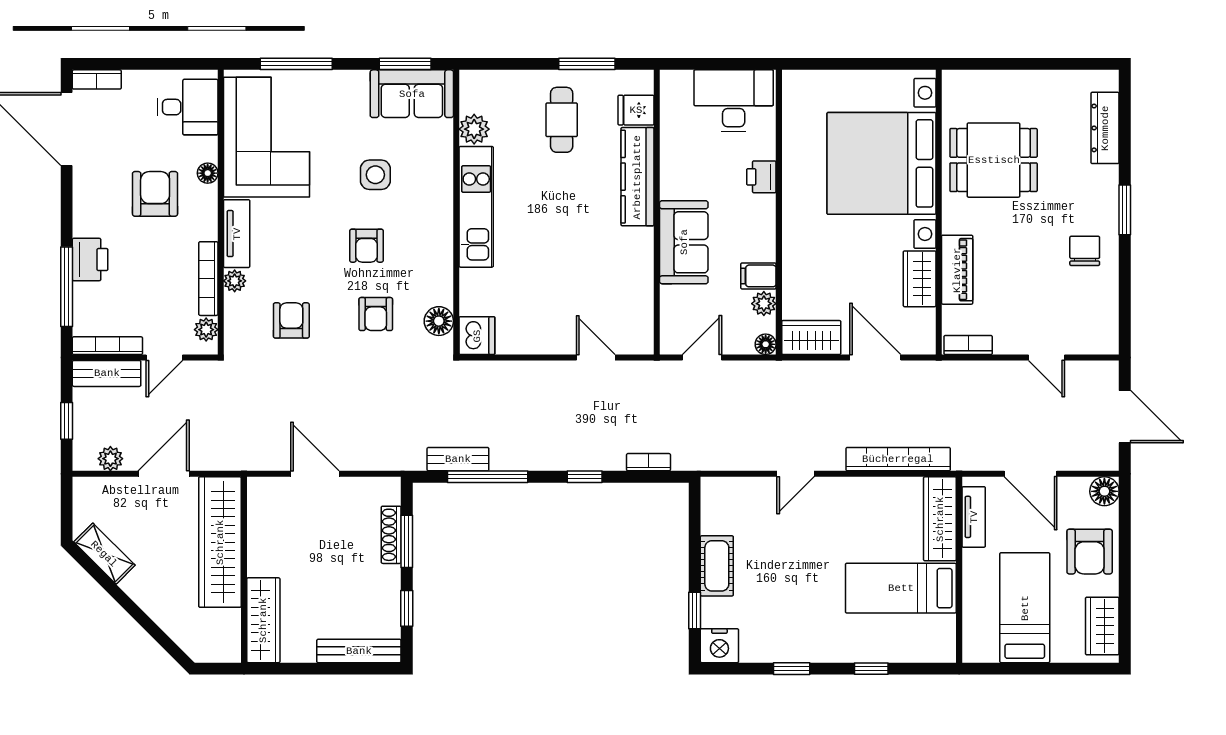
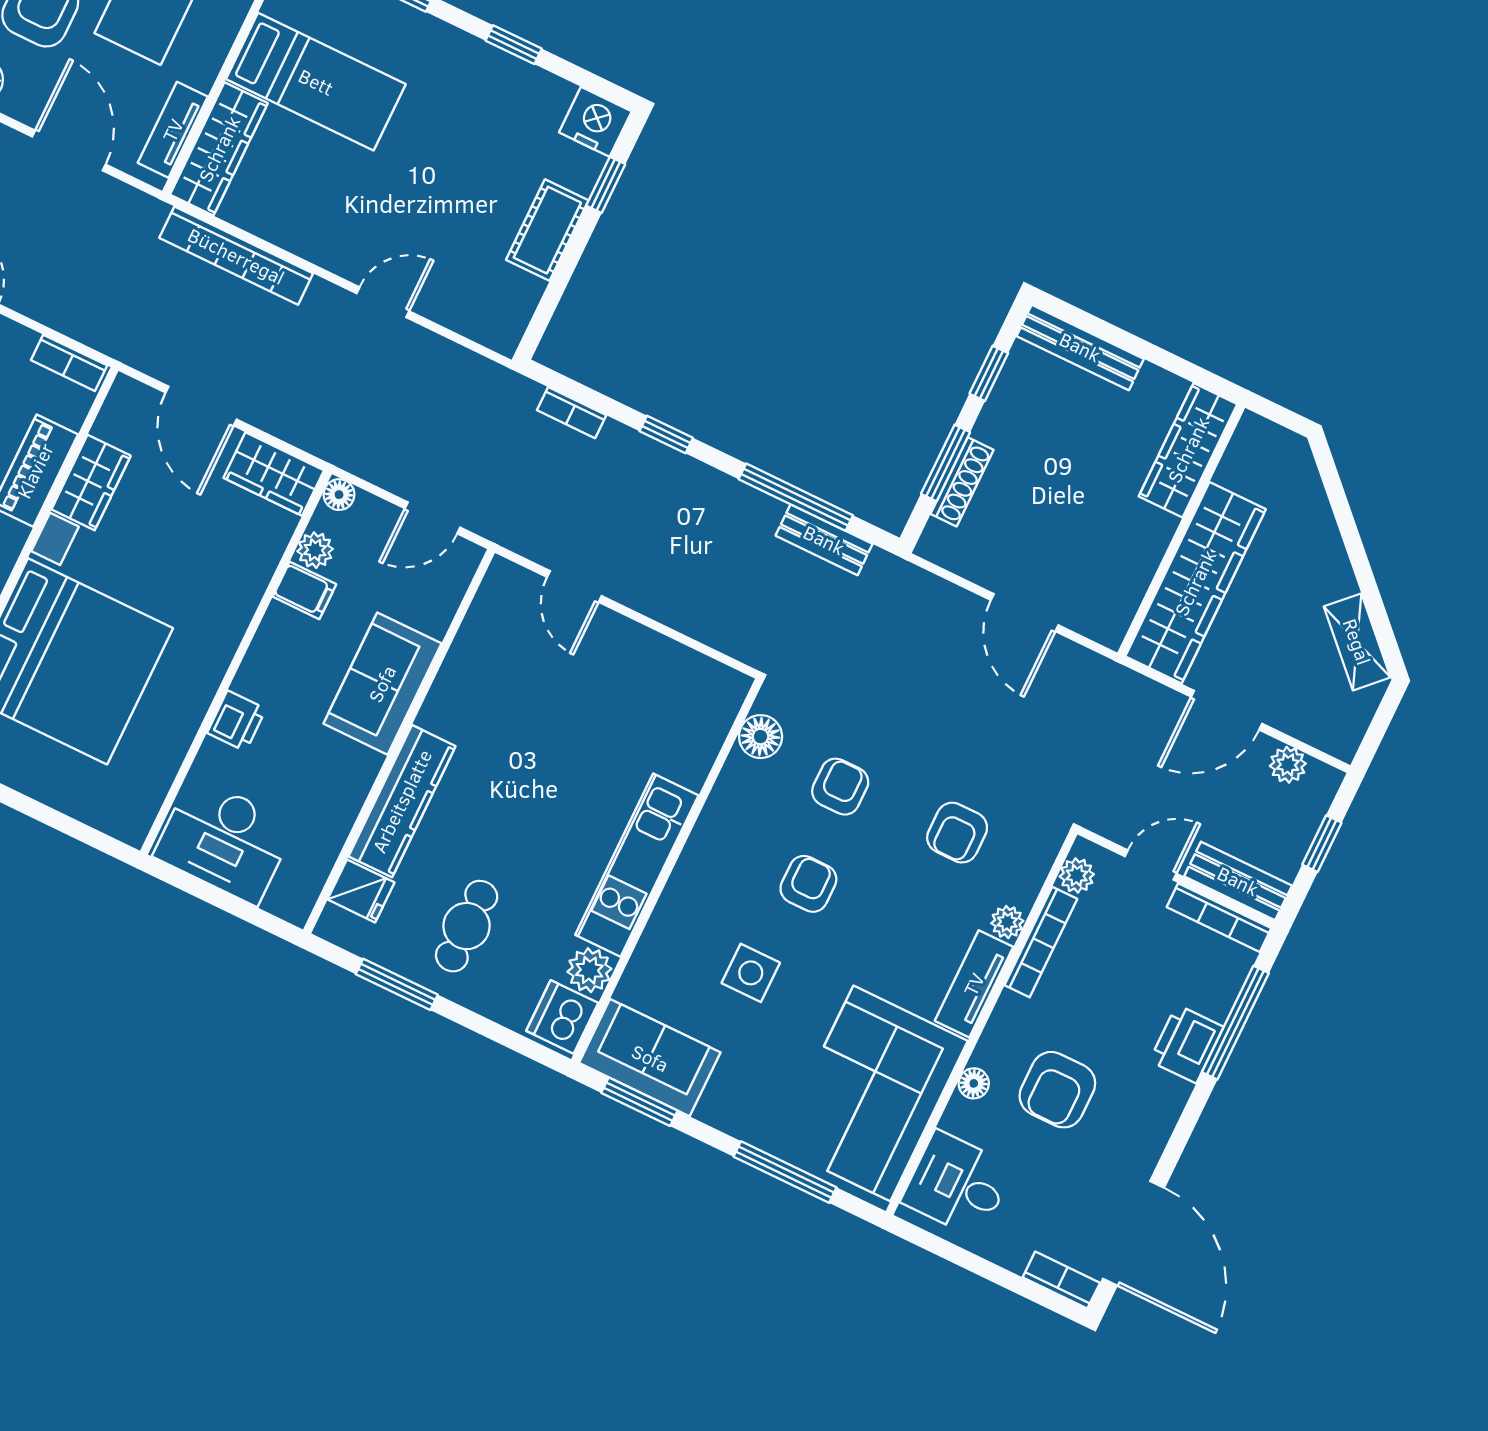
dishwasher: (477, 336) -> (562, 1017), moved

